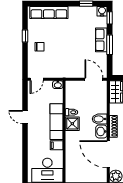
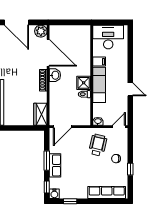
wheelchair: (58, 61) -> (98, 145), added
door: (94, 79) -> (62, 127), hinge flipped
bidet: (100, 119) -> (57, 88), removed

